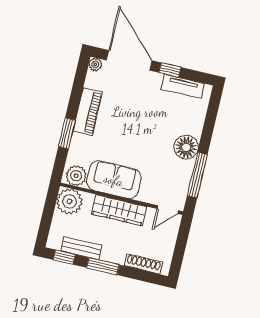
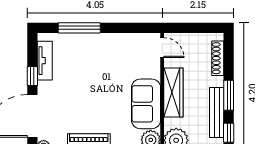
floor lamp: (186, 147) -> (100, 44), removed
window: (197, 175) -> (79, 28), moved
bench: (81, 248) -> (217, 112), width x1.36

